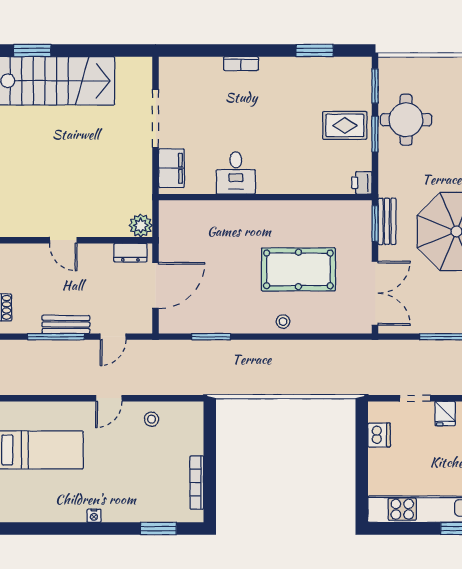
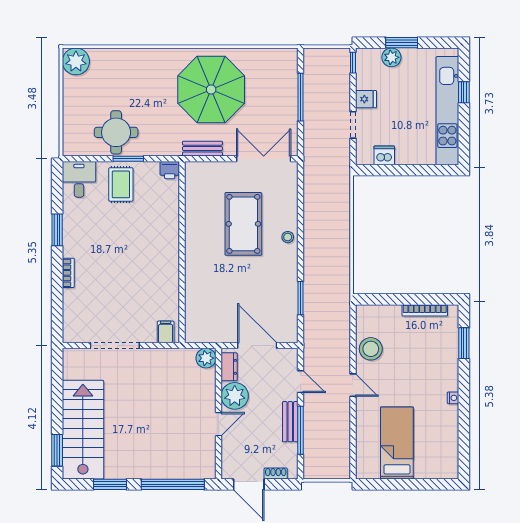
window: (315, 50) -> (57, 230), moved
window: (375, 86) -> (87, 159), removed
filing cabinet: (171, 168) -> (166, 332), width x0.50
desk: (236, 173) -> (79, 179), moved, turned -90
window: (375, 224) -> (204, 159), removed
plant: (96, 259) -> (235, 396), added
stool: (152, 419) -> (371, 349), width x1.89, depth x1.89

